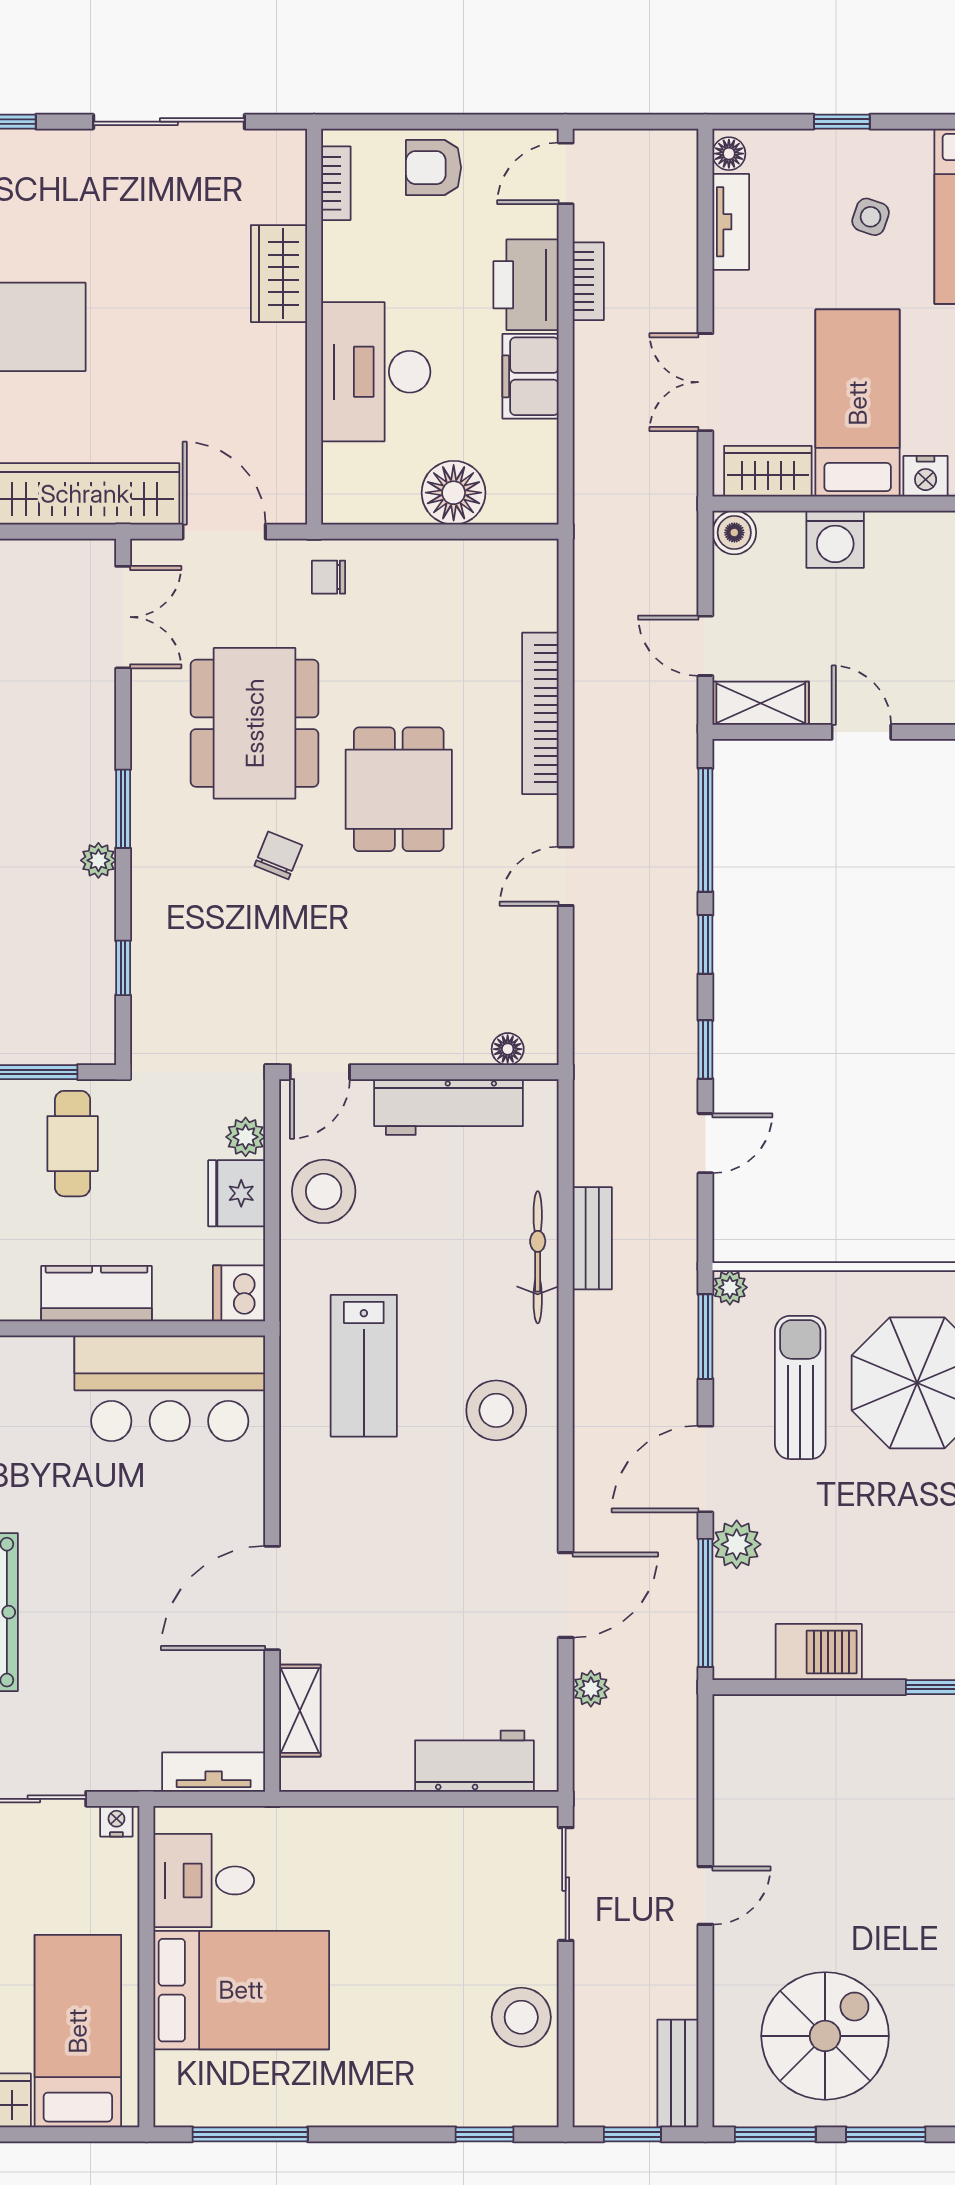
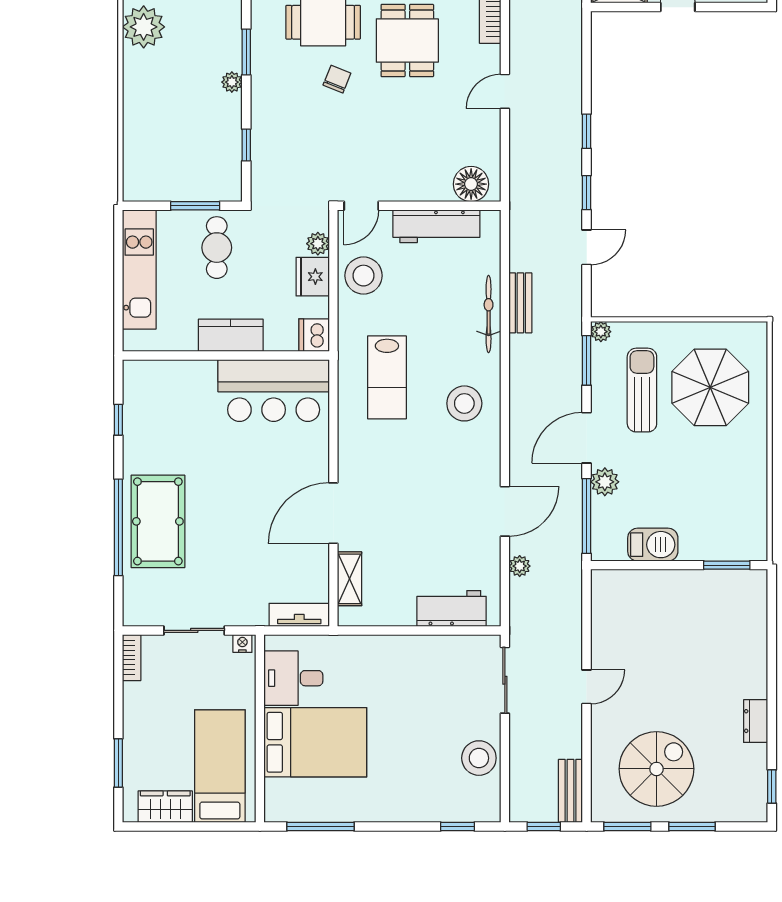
window: (705, 830) -> (587, 64), removed
floor lamp: (508, 1049) -> (471, 184), width x1.89, depth x1.89

